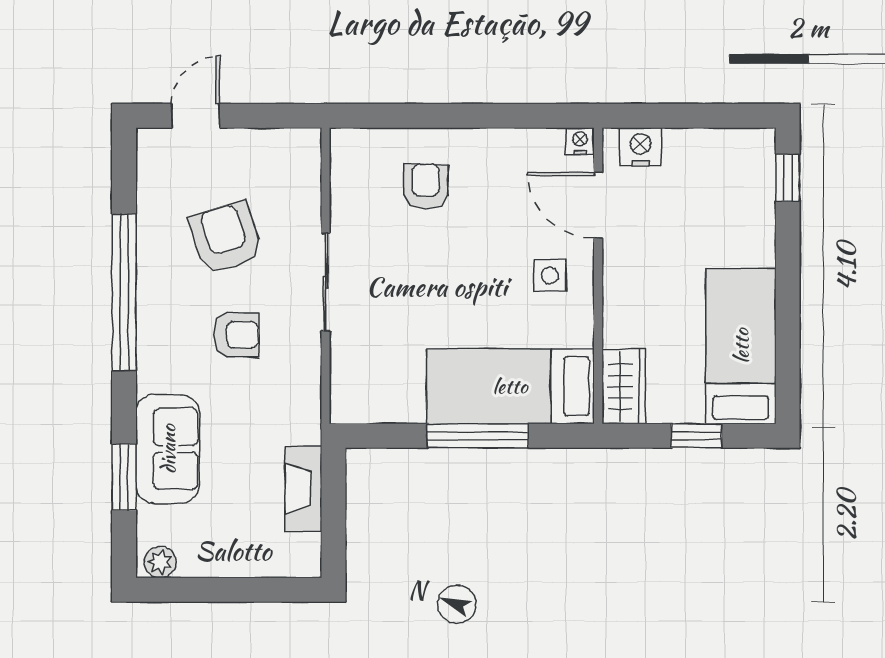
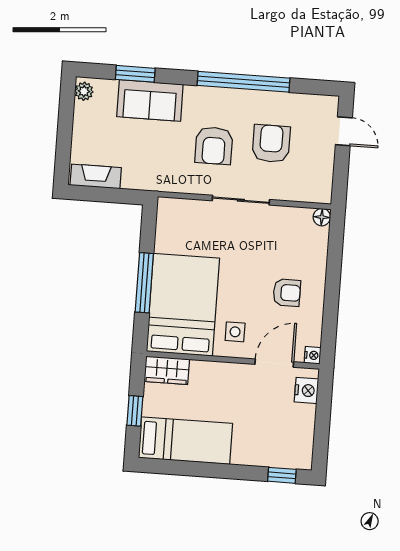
floor lamp: (344, 142) -> (322, 217), added
armchair: (426, 186) -> (287, 293), moved
armchair: (226, 238) -> (271, 144), turned -72
armchair: (236, 335) -> (214, 146), width x1.38, depth x1.38
bed: (510, 386) -> (183, 305), width x1.50
fireplace: (303, 489) -> (96, 176), moved

